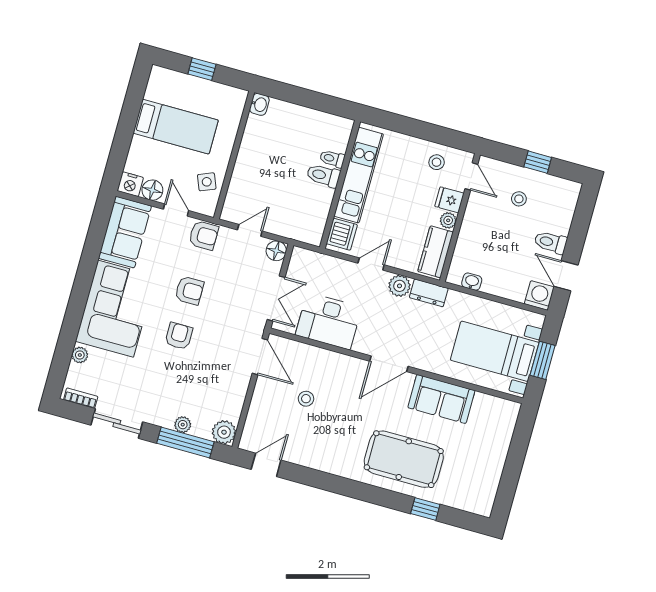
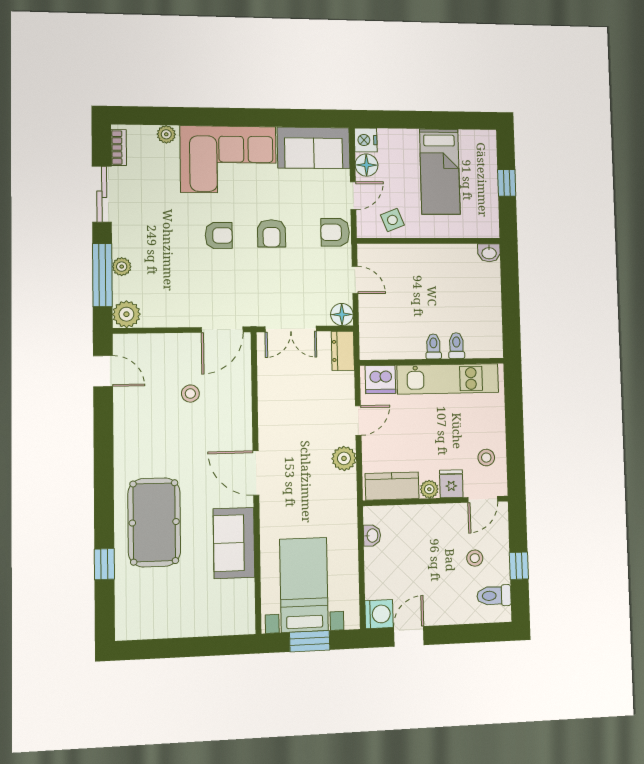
toilet: (323, 176) -> (433, 346), width x0.73, depth x0.72
armchair: (204, 235) -> (335, 232), turned 90
toilet: (551, 242) -> (494, 596), moved, turned -90
door: (371, 264) -> (358, 420), hinge flipped
dresser: (429, 293) -> (343, 351), moved
desk: (329, 321) -> (283, 393), removed

